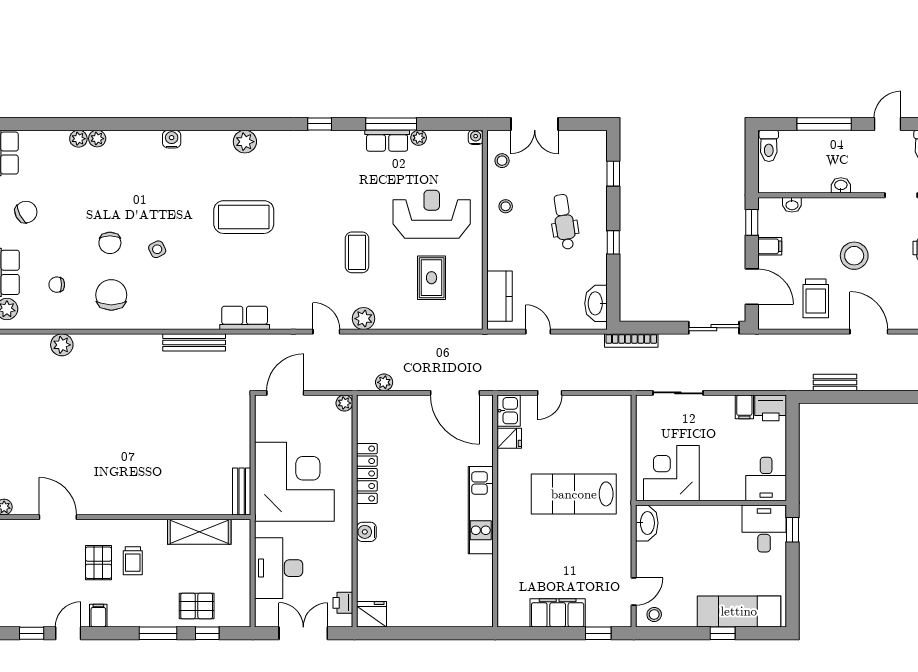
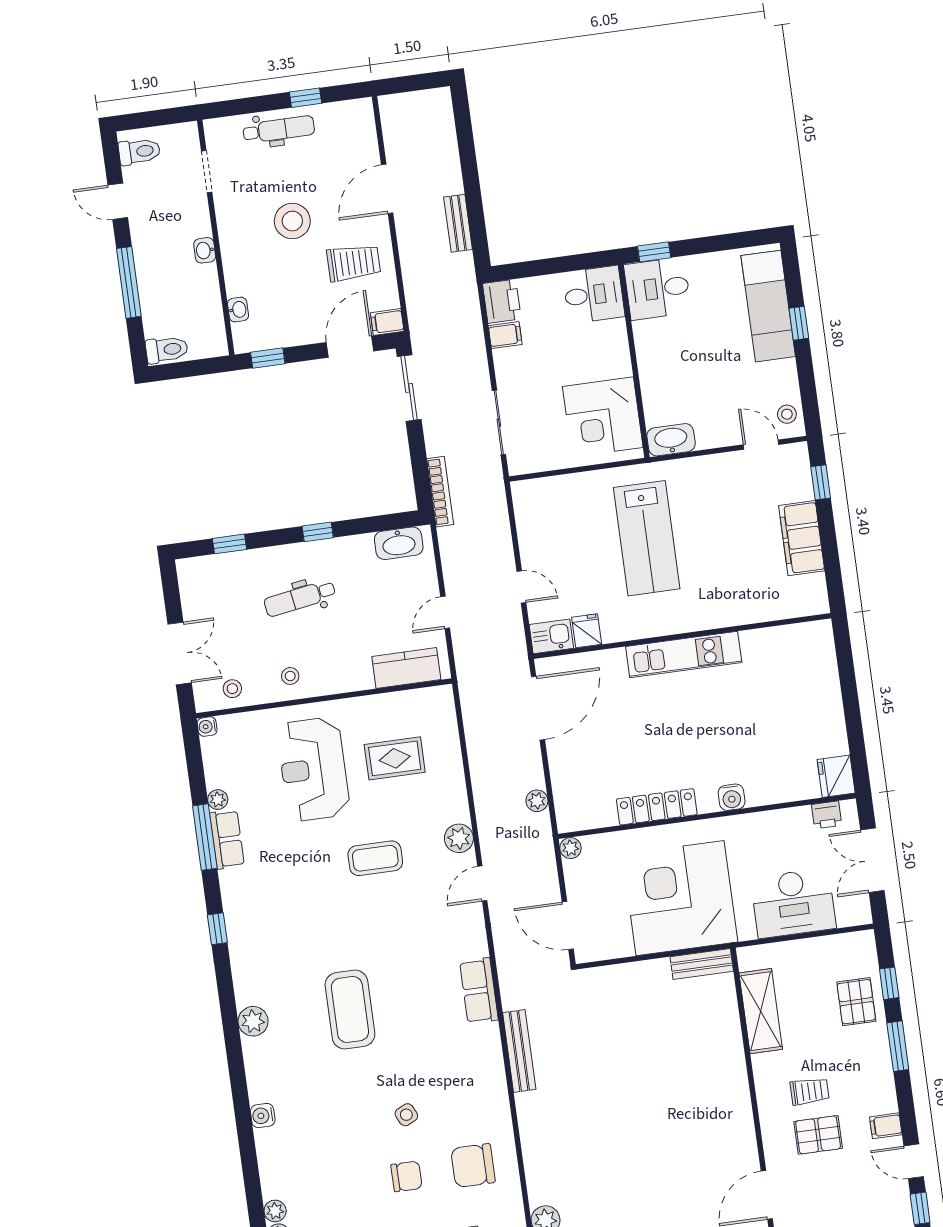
filing cabinet: (770, 246) -> (387, 322), moved, turned -90

